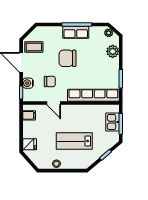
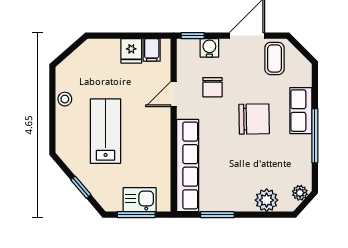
row of seats: (76, 32) -> (301, 111), moved
chair: (68, 58) -> (254, 119), turned 89
fridge: (30, 144) -> (131, 51), moved

